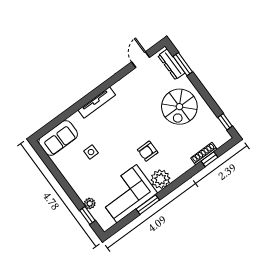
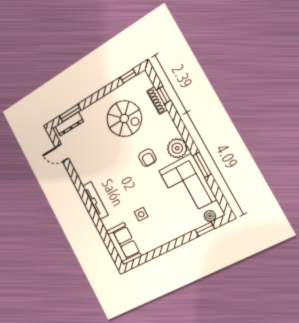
spiral stairs: (179, 107) -> (124, 119), moved
plant: (90, 203) -> (210, 216), moved

